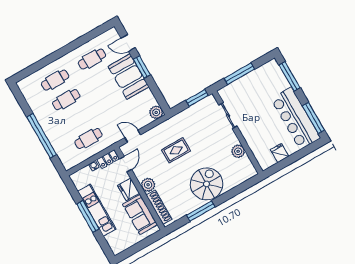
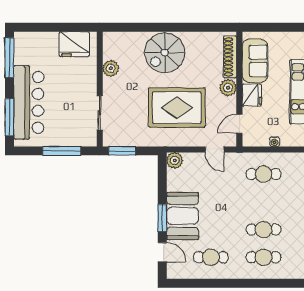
bar counter: (296, 118) -> (29, 102), moved
rug: (176, 150) -> (177, 108), width x1.86, depth x2.06
fridge: (280, 153) -> (74, 44), width x1.88, depth x1.34
locker: (108, 159) -> (255, 140), removed
window: (201, 211) -> (187, 27), removed

